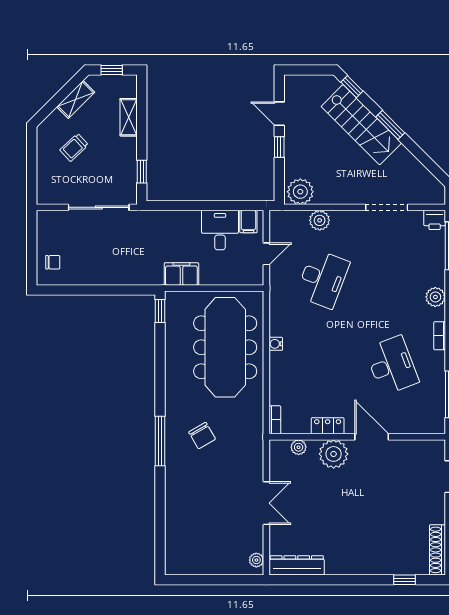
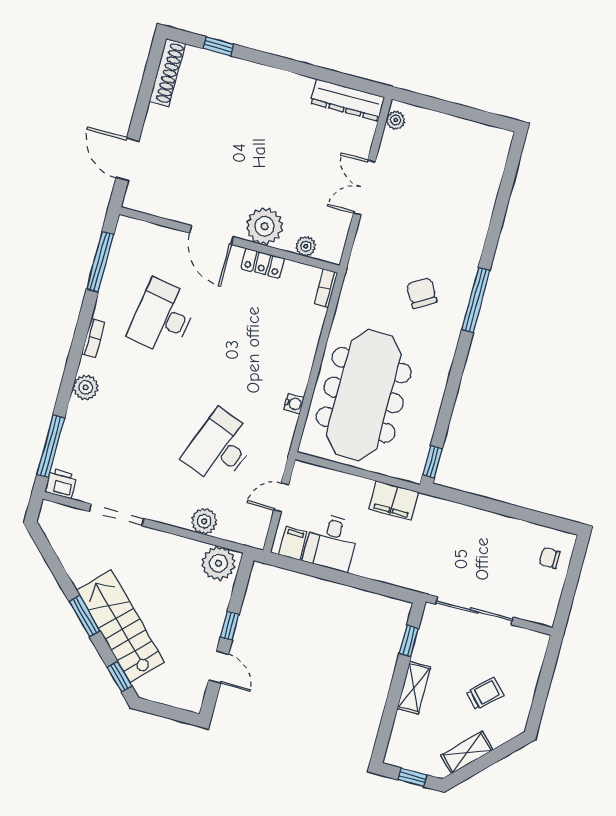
shelving: (129, 117) -> (414, 688), moved
water cooler: (276, 344) -> (294, 404), moved
desk: (392, 365) -> (163, 317), turned 30

